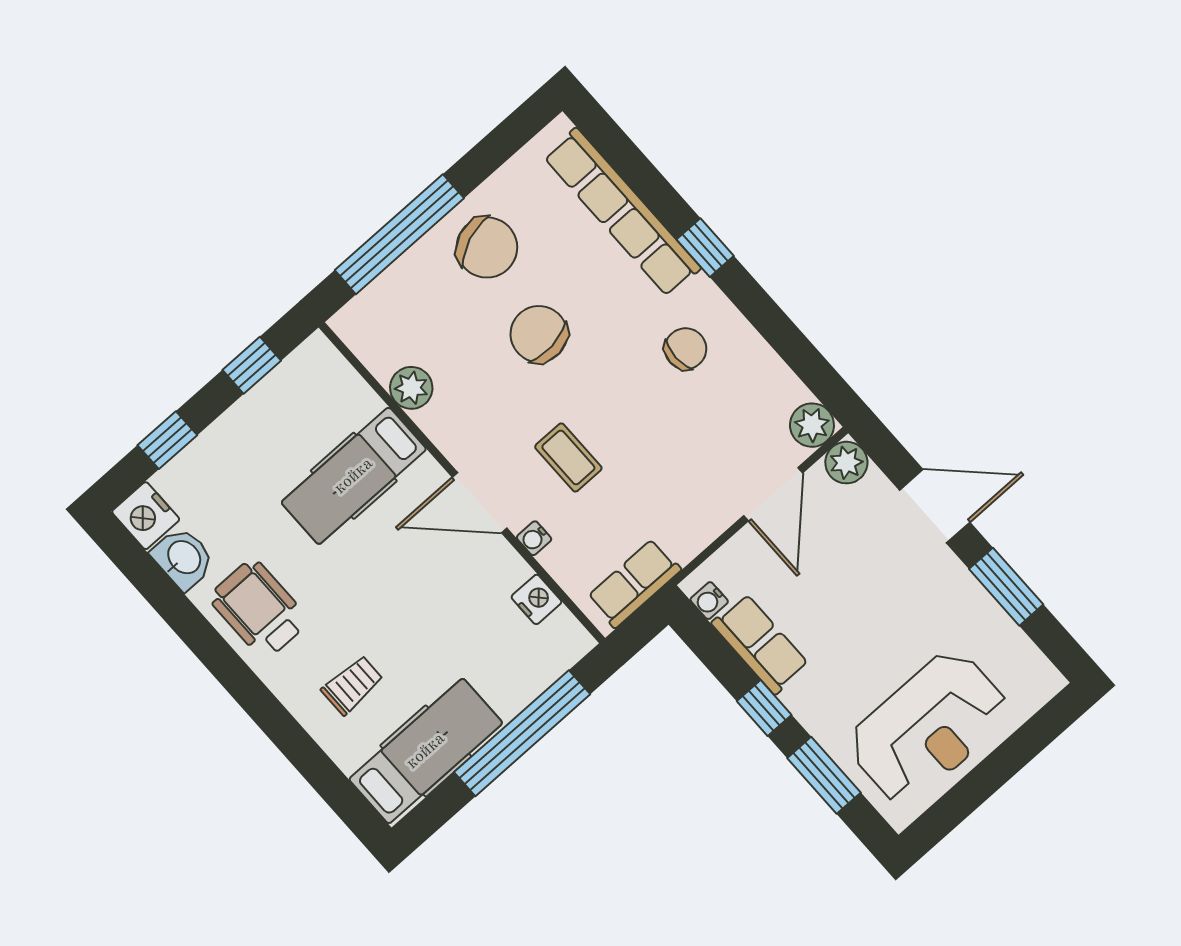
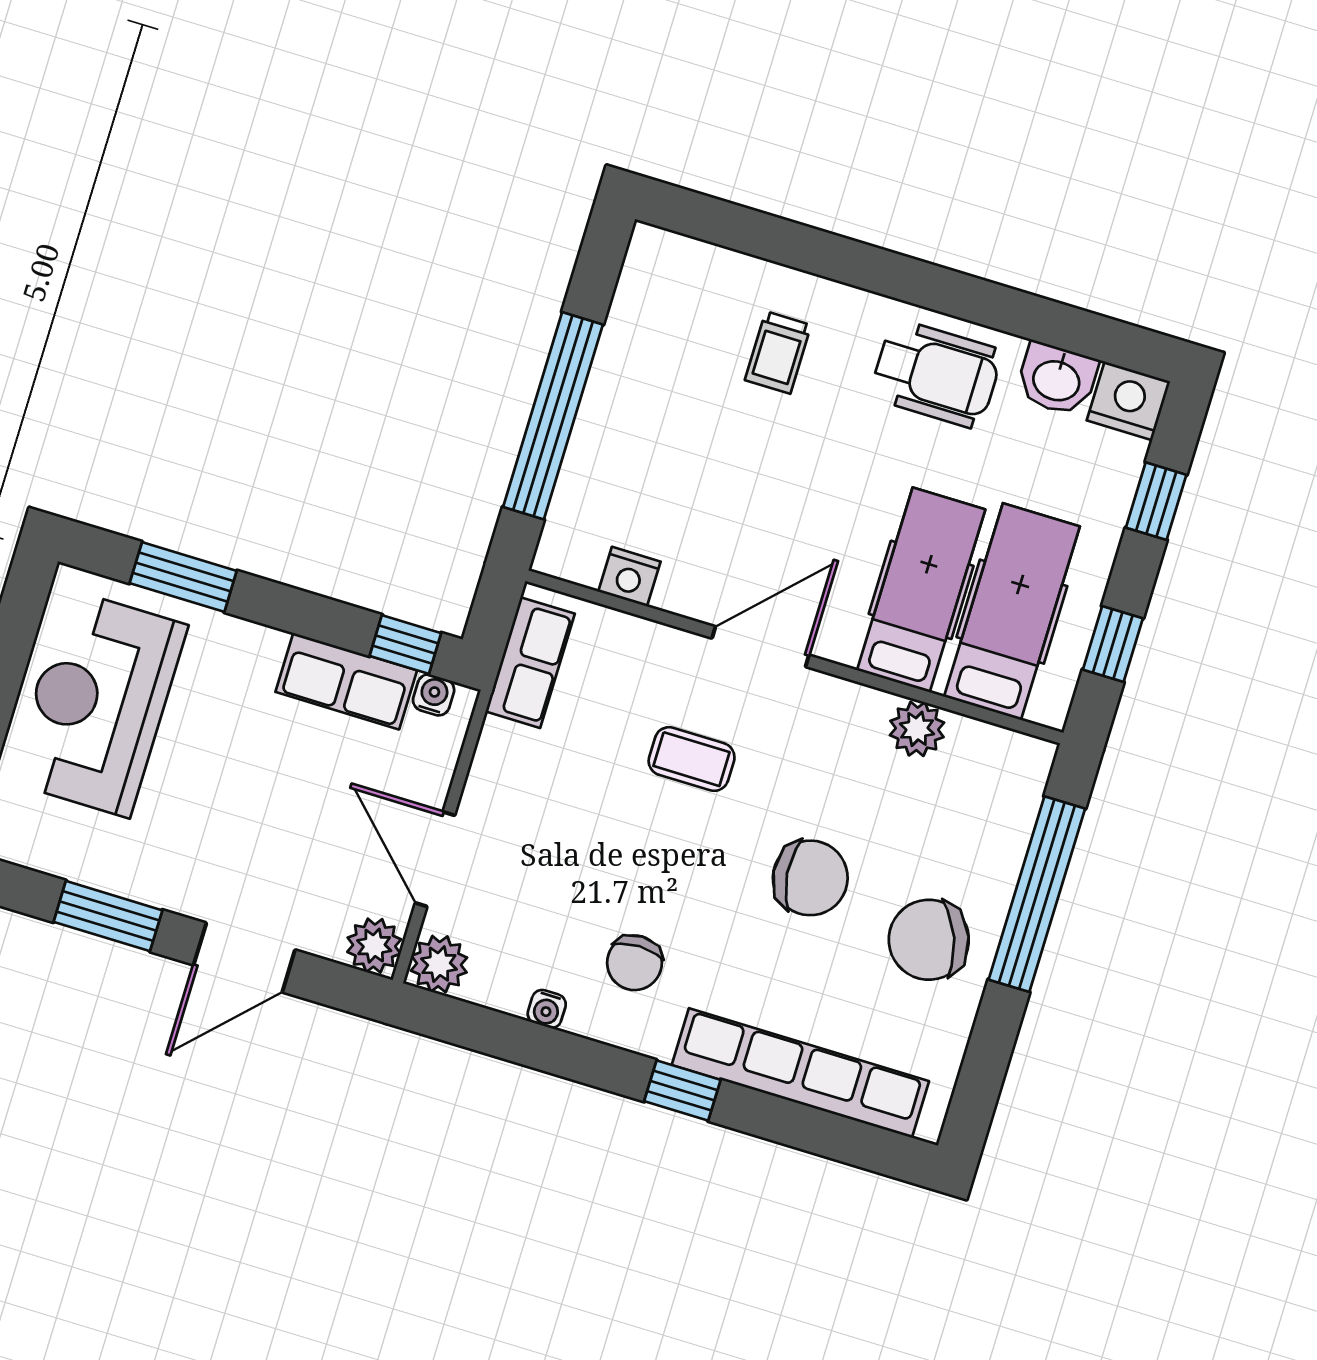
water cooler: (534, 538) -> (547, 1009), moved, turned 180
window: (764, 708) -> (405, 644), moved
hospital bed: (426, 751) -> (1012, 612), moved, turned 180

